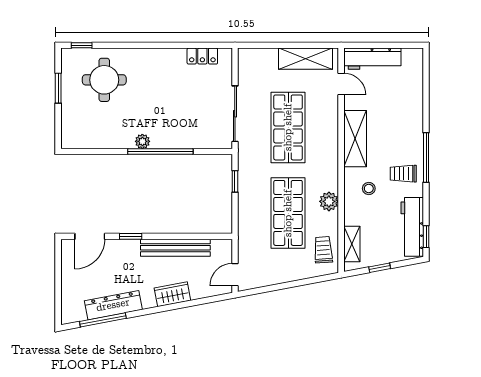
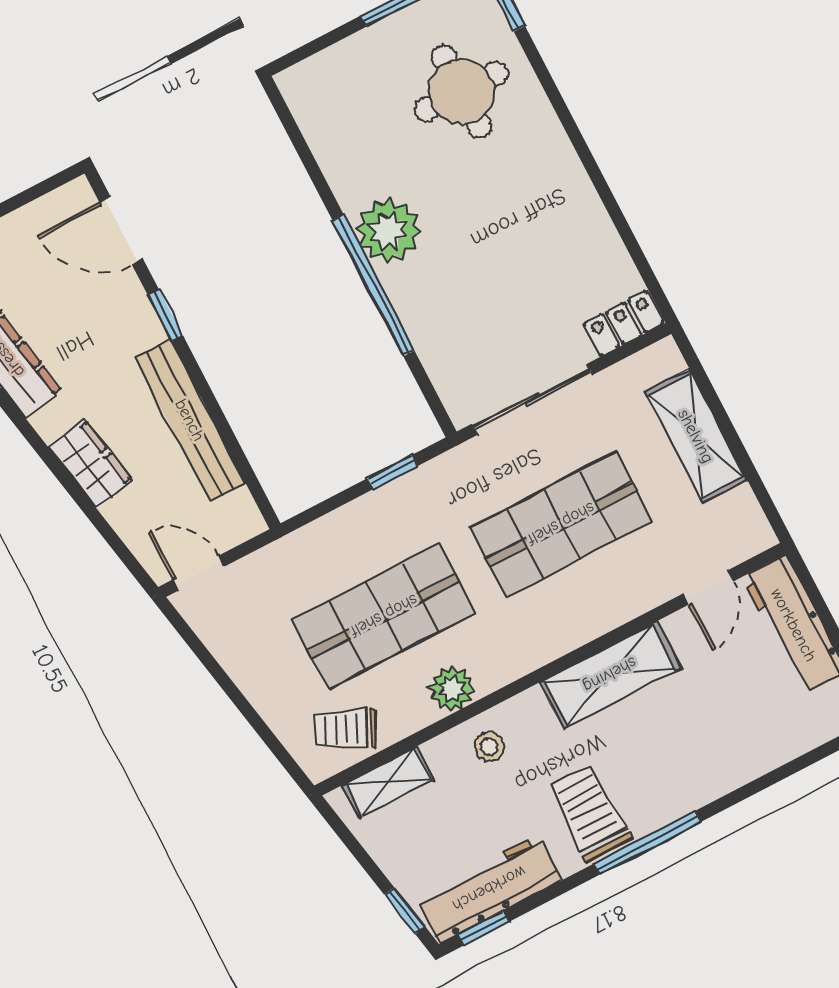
locker: (202, 56) -> (624, 323), moved, turned 90
shelving: (306, 59) -> (696, 436), moved
plant: (142, 141) -> (388, 230), width x1.88, depth x1.88
trolley: (403, 174) -> (590, 813), width x1.36, depth x1.39
stool: (369, 188) -> (489, 747), moved
trolley: (323, 250) -> (345, 729), turned -150
window: (380, 268) -> (405, 911), moved

